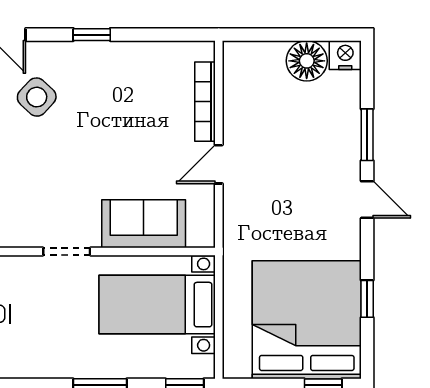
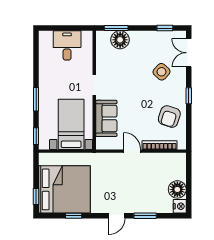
armchair: (139, 79) -> (169, 117), added

